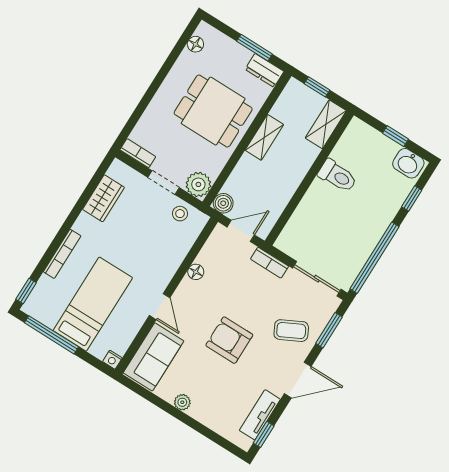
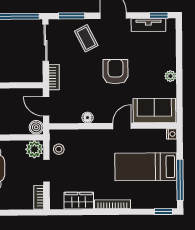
bookcase: (62, 254) -> (113, 204), moved
armchair: (229, 340) -> (115, 72), turned 180

